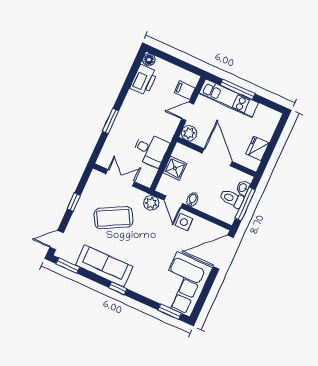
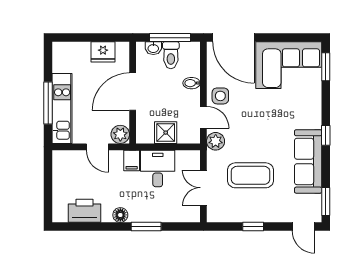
floor lamp: (149, 60) -> (120, 215), moved
filing cabinet: (185, 90) -> (132, 160), moved
bidet: (192, 200) -> (191, 83), moved
door: (173, 202) -> (203, 117), hinge flipped
coffee table: (113, 218) -> (251, 175), turned -62

